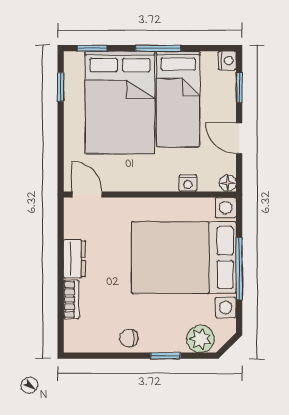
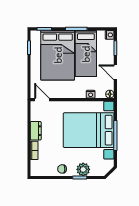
plant: (200, 339) -> (83, 169), moved

